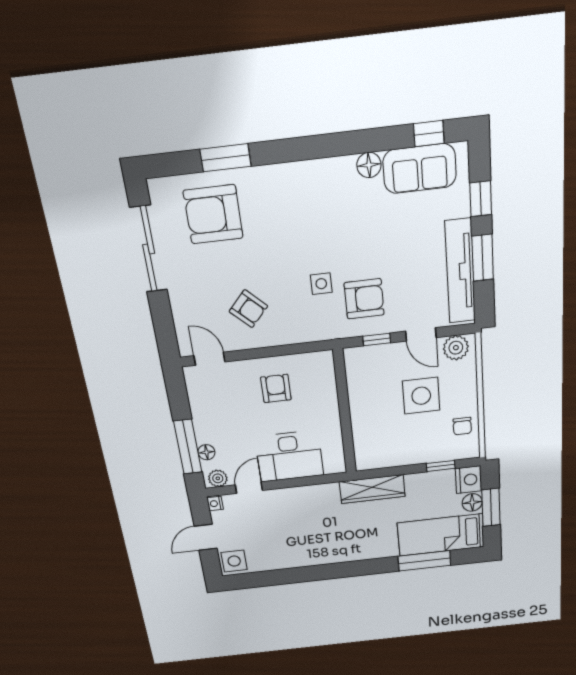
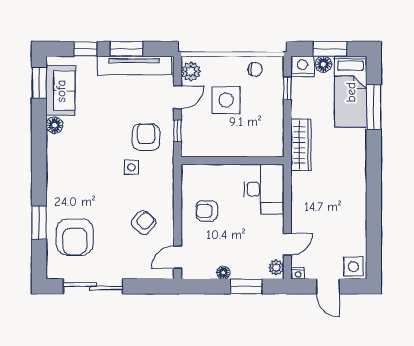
window: (429, 134) -> (39, 83), width x1.50
window: (188, 447) -> (246, 286), width x0.69
floor lamp: (206, 452) -> (223, 273), moved
desk: (289, 456) -> (264, 189), moved
door: (249, 488) -> (287, 244), swing flipped

